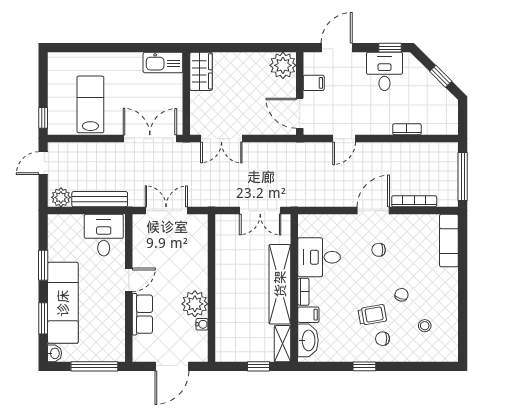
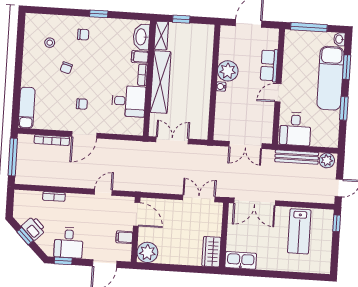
printer: (430, 87) -> (34, 228), added
trolley: (372, 315) -> (90, 54), removed
water cooler: (202, 324) -> (221, 86), moved

